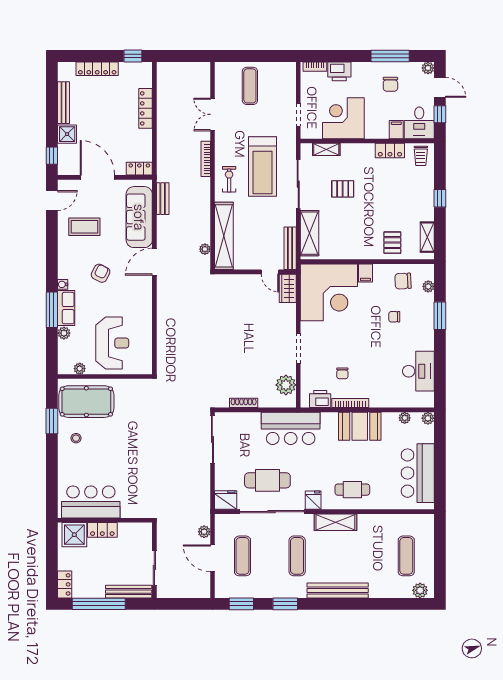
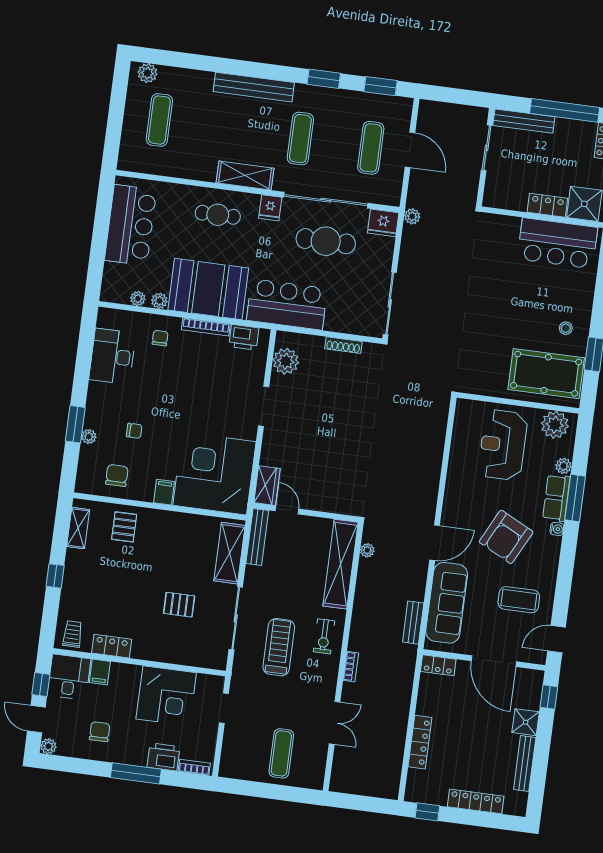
window: (390, 56) -> (136, 773), moved
shelving: (326, 149) -> (194, 658), removed
bookcase: (206, 159) -> (351, 667), width x0.64
treadmill: (263, 167) -> (279, 647), width x0.73, depth x0.73
armchair: (101, 273) -> (506, 537), width x1.88, depth x1.88
chair: (403, 281) -> (117, 475), turned -87
plant: (428, 286) -> (89, 437), moved
plant: (80, 369) -> (555, 425), width x1.87, depth x1.87
chair: (342, 373) -> (160, 338), moved
plant: (428, 418) -> (159, 301), moved
booth: (360, 426) -> (208, 289), width x1.36, depth x1.42
plant: (204, 532) -> (412, 216), moved

